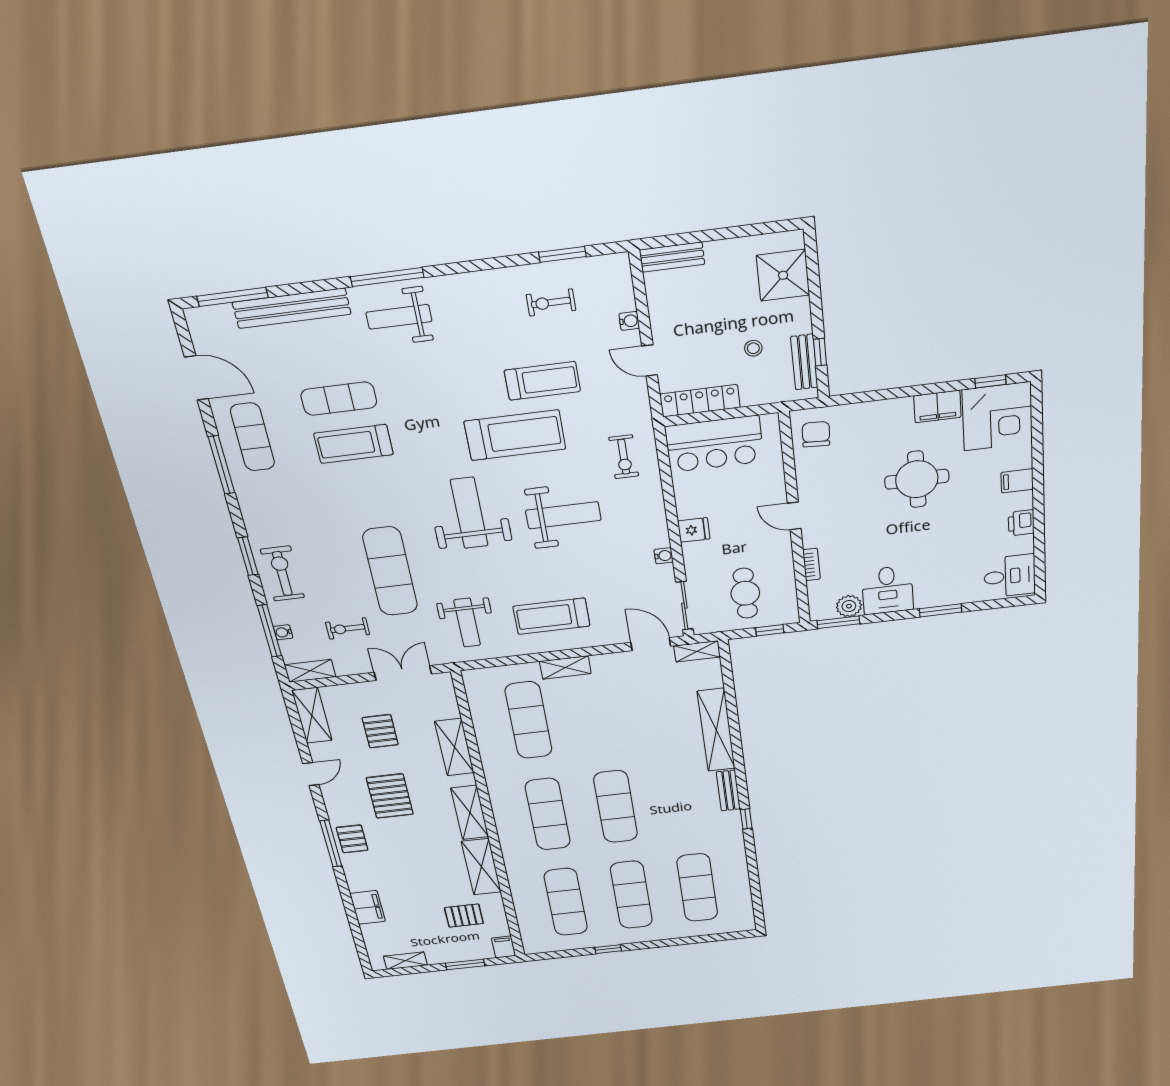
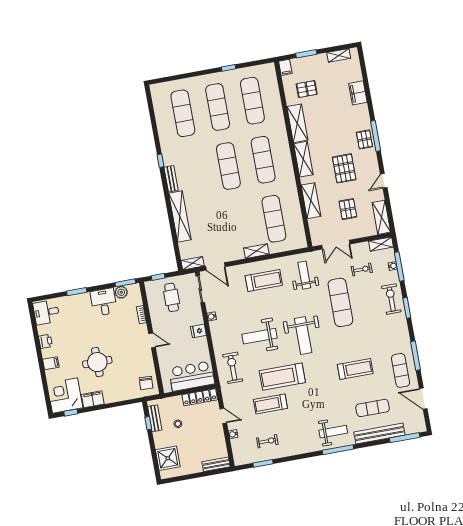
exercise mat: (339, 399) -> (373, 408), moved
exercise bike: (624, 457) -> (233, 368), width x1.38, depth x1.39
exercise bike: (282, 574) -> (391, 299), turned 180

